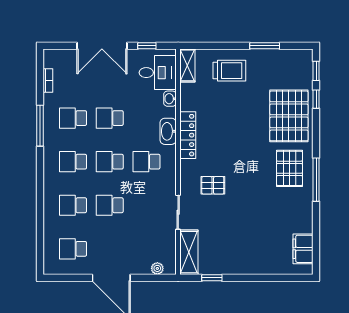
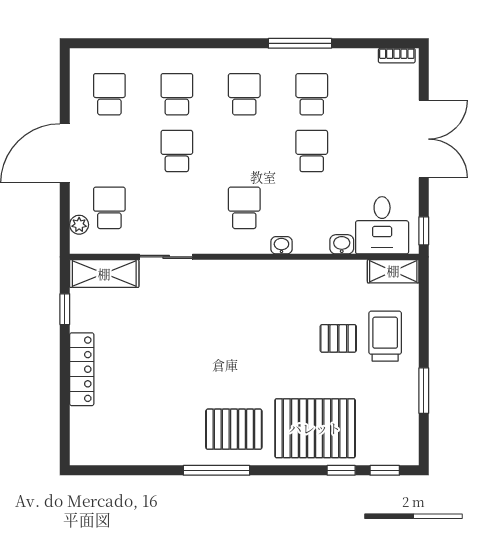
double door: (102, 46) -> (424, 139), swing flipped
window: (147, 46) -> (424, 231), moved
trolley: (229, 71) -> (385, 336), turned 180
bookcase: (48, 80) -> (397, 56), moved
washbasin: (168, 131) -> (281, 245), width x0.52, depth x0.69
locker: (188, 135) -> (82, 369), moved, turned -90
school desk: (110, 162) -> (109, 208), moved
pallet: (213, 185) -> (338, 338), moved, turned 90
filing cabinet: (303, 249) -> (109, 450), removed

